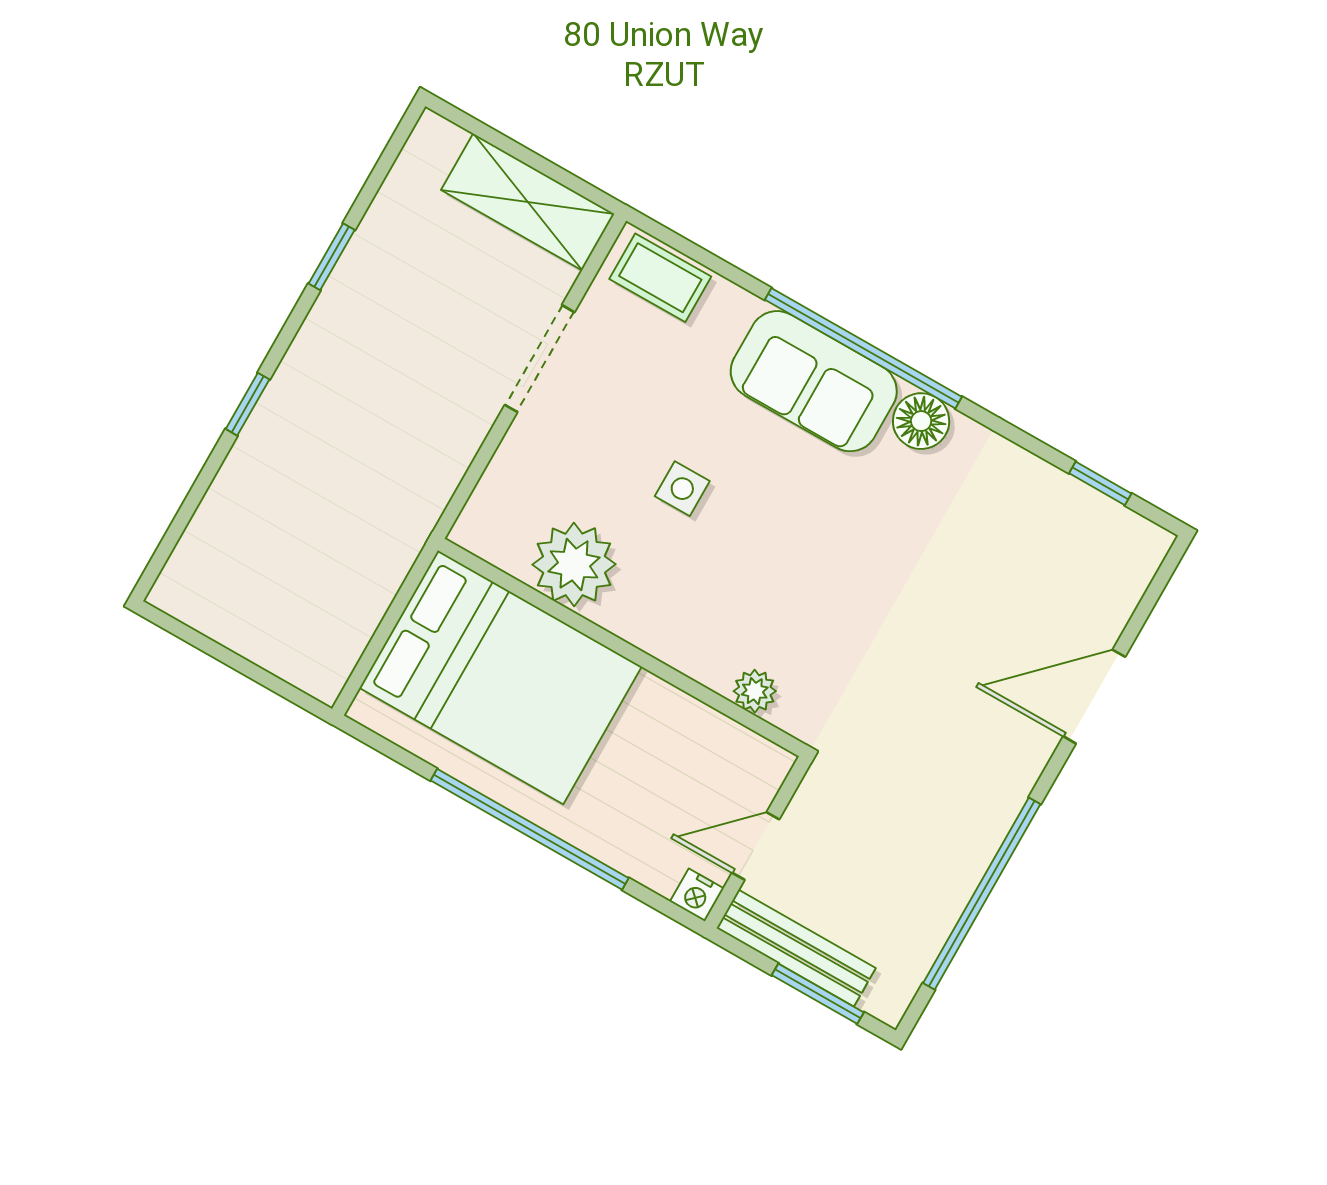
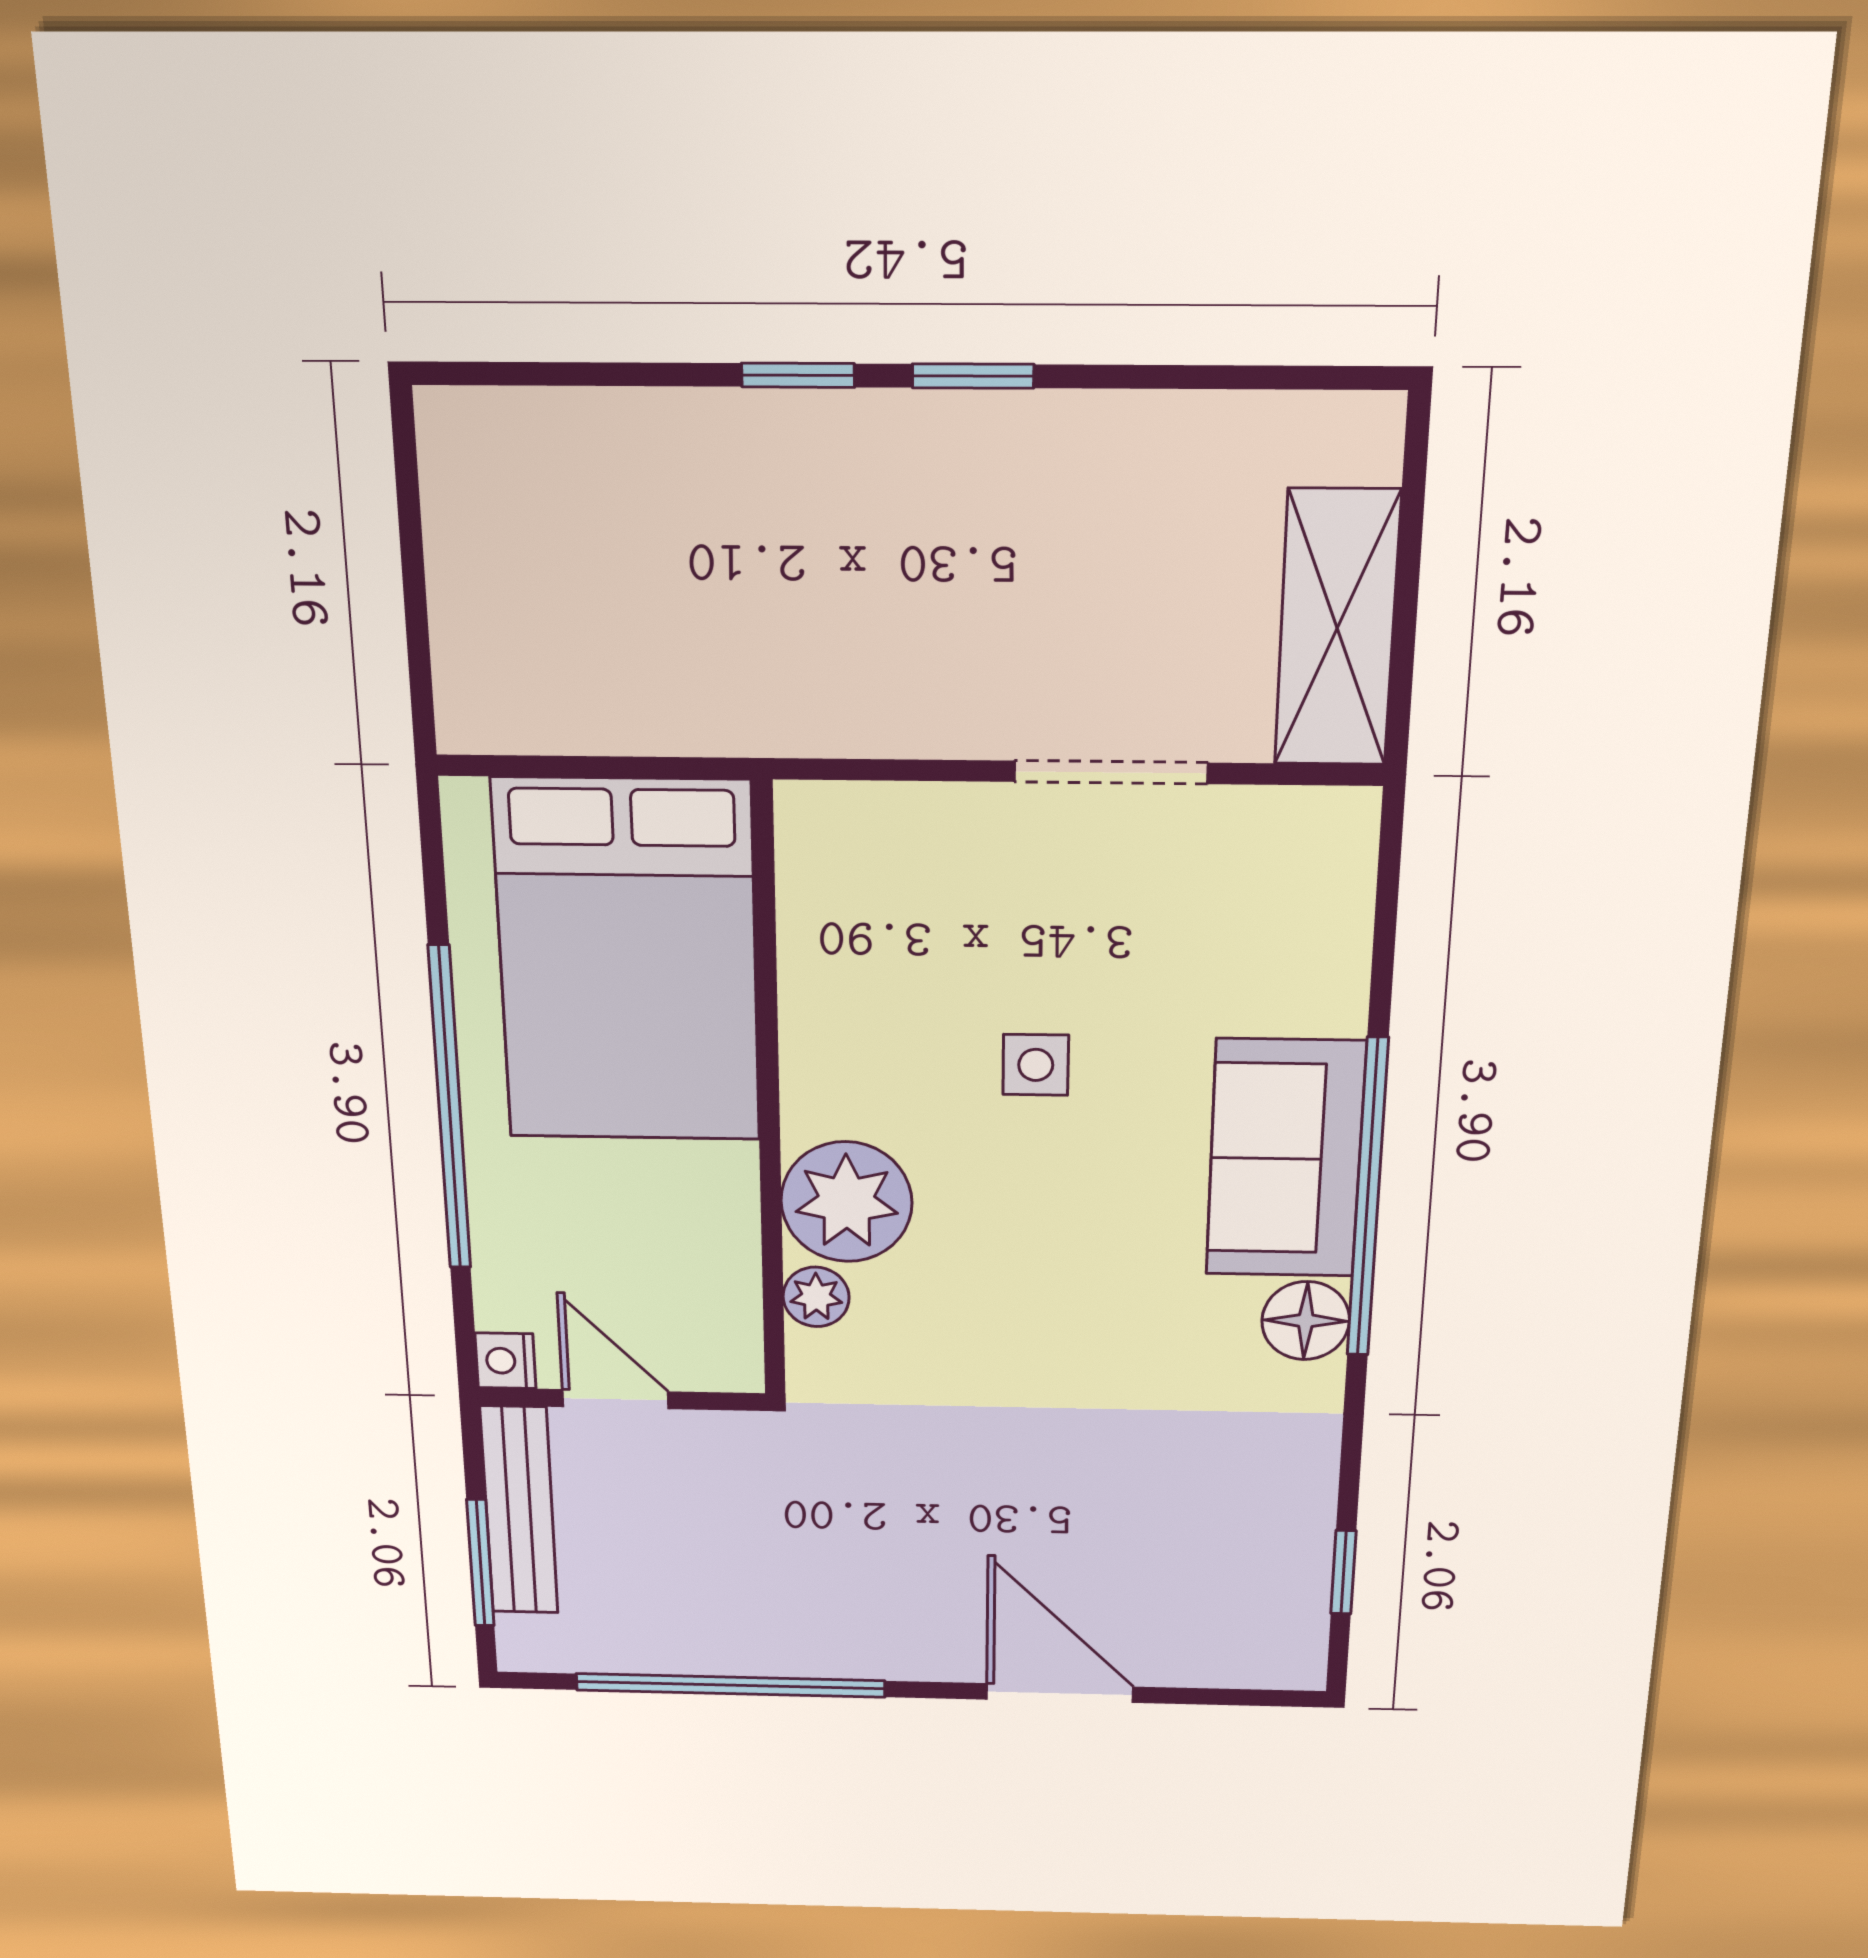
window: (332, 257) -> (973, 376), moved
coffee table: (660, 278) -> (1323, 879), removed
plant: (574, 564) -> (846, 1202), moved

